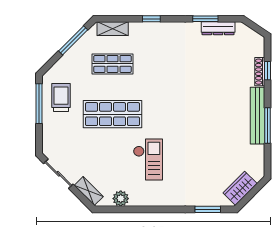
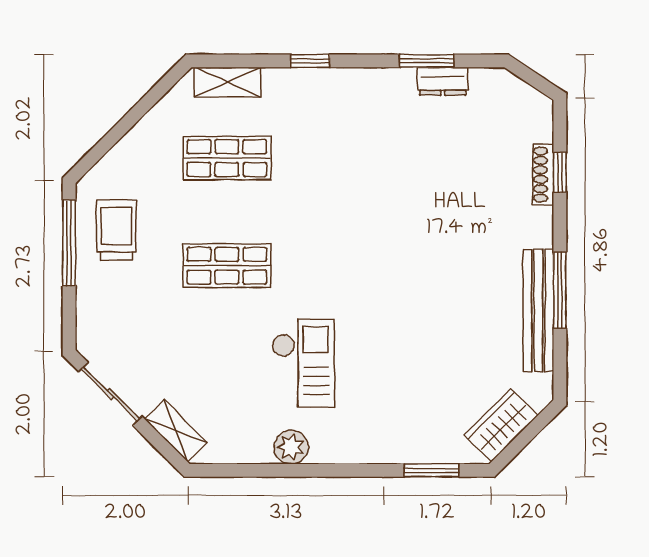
dresser: (218, 28) -> (443, 81), width x0.70
window: (73, 40) -> (142, 107), removed
shop shelf: (112, 114) -> (227, 266), width x0.70, depth x0.74
bench: (257, 116) -> (538, 311), moved
plant: (121, 199) -> (291, 447), moved

